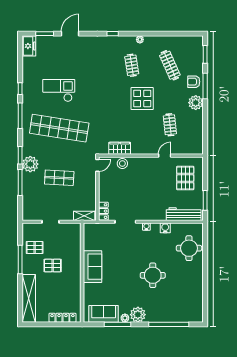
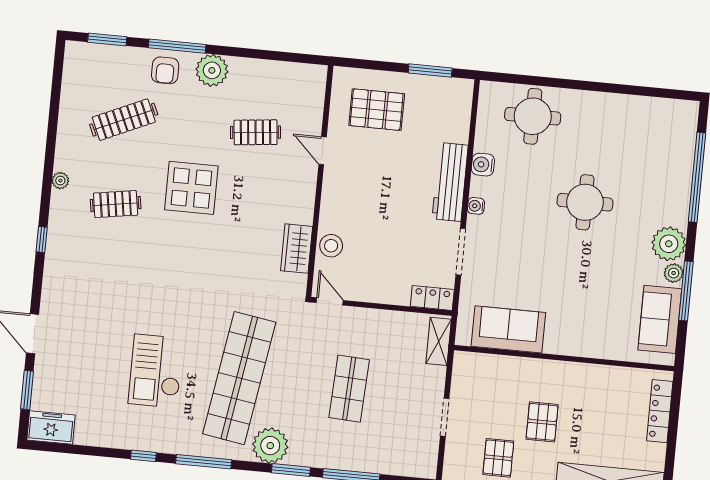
plant: (30, 164) -> (270, 446), moved
workbench: (184, 214) -> (450, 182), moved
sofa: (93, 267) -> (508, 329), moved

